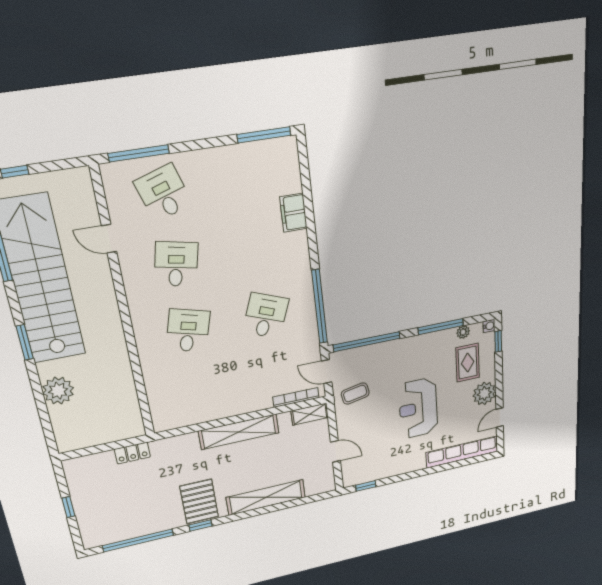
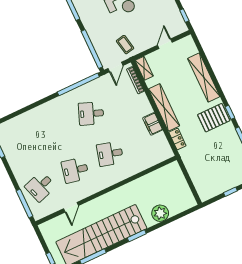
filing cabinet: (293, 213) -> (153, 124), moved, turned 90
locker: (132, 453) -> (177, 139), moved

